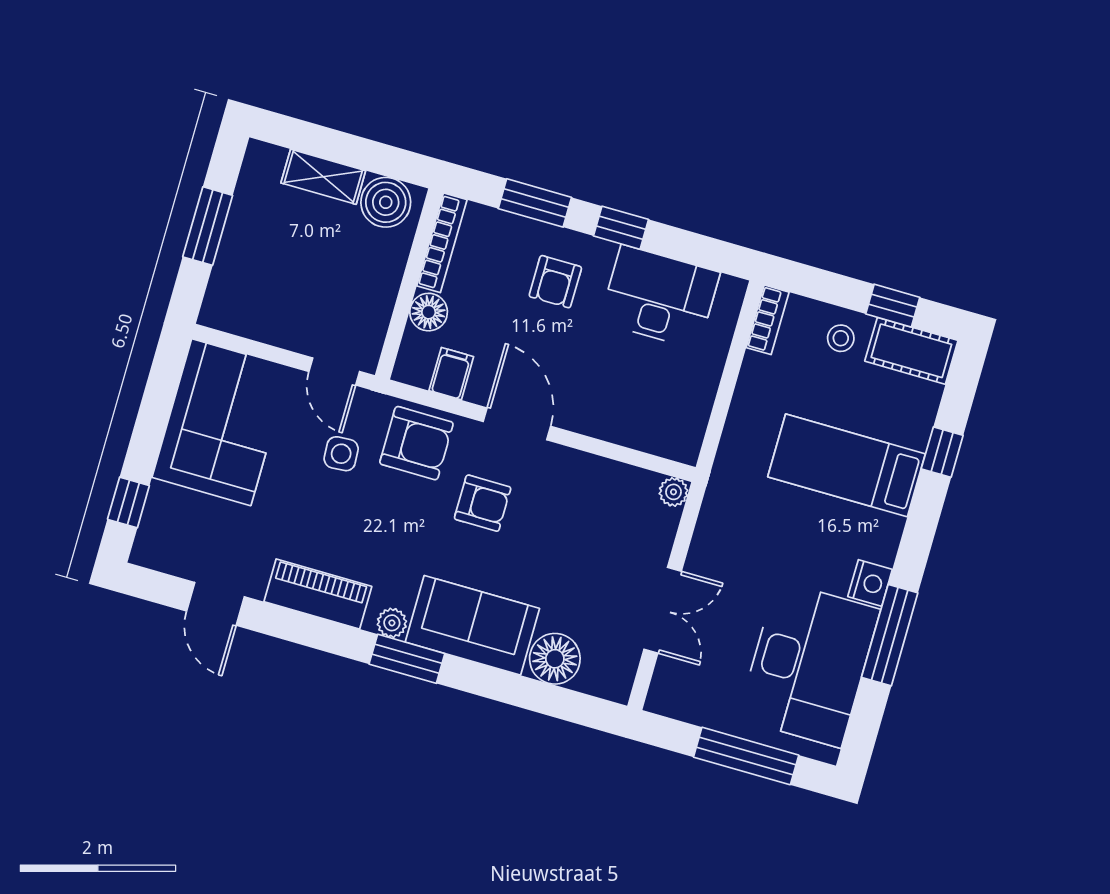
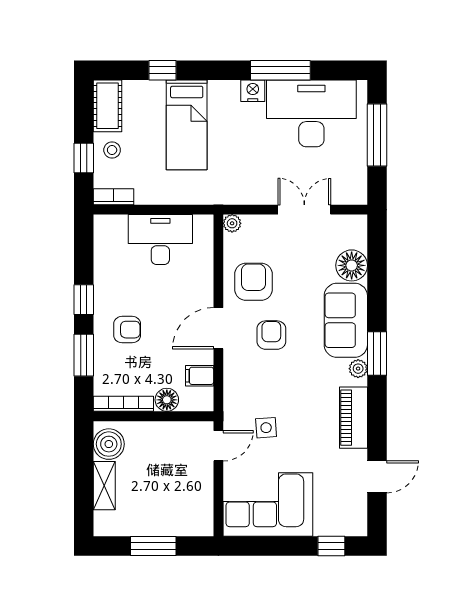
desk: (660, 297) -> (160, 240), moved, turned 90
window: (893, 306) -> (84, 158), moved
armchair: (416, 443) -> (253, 282), moved

